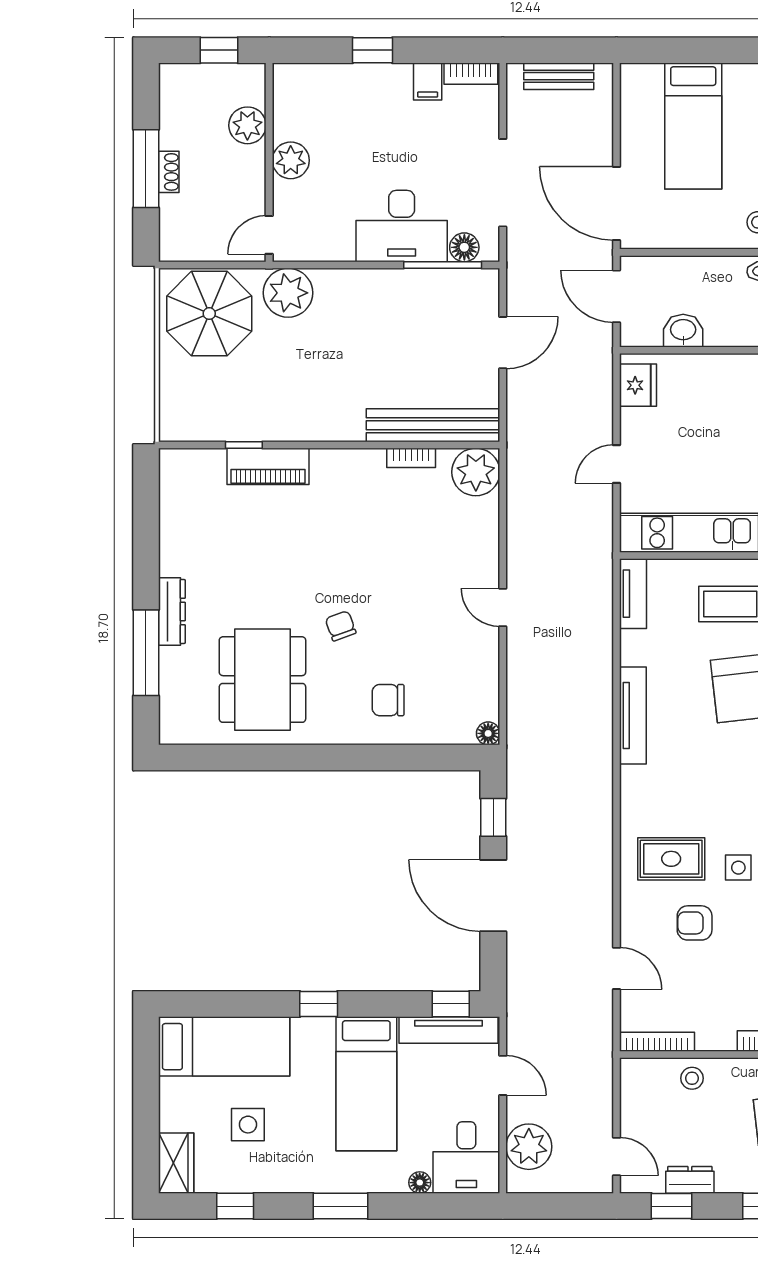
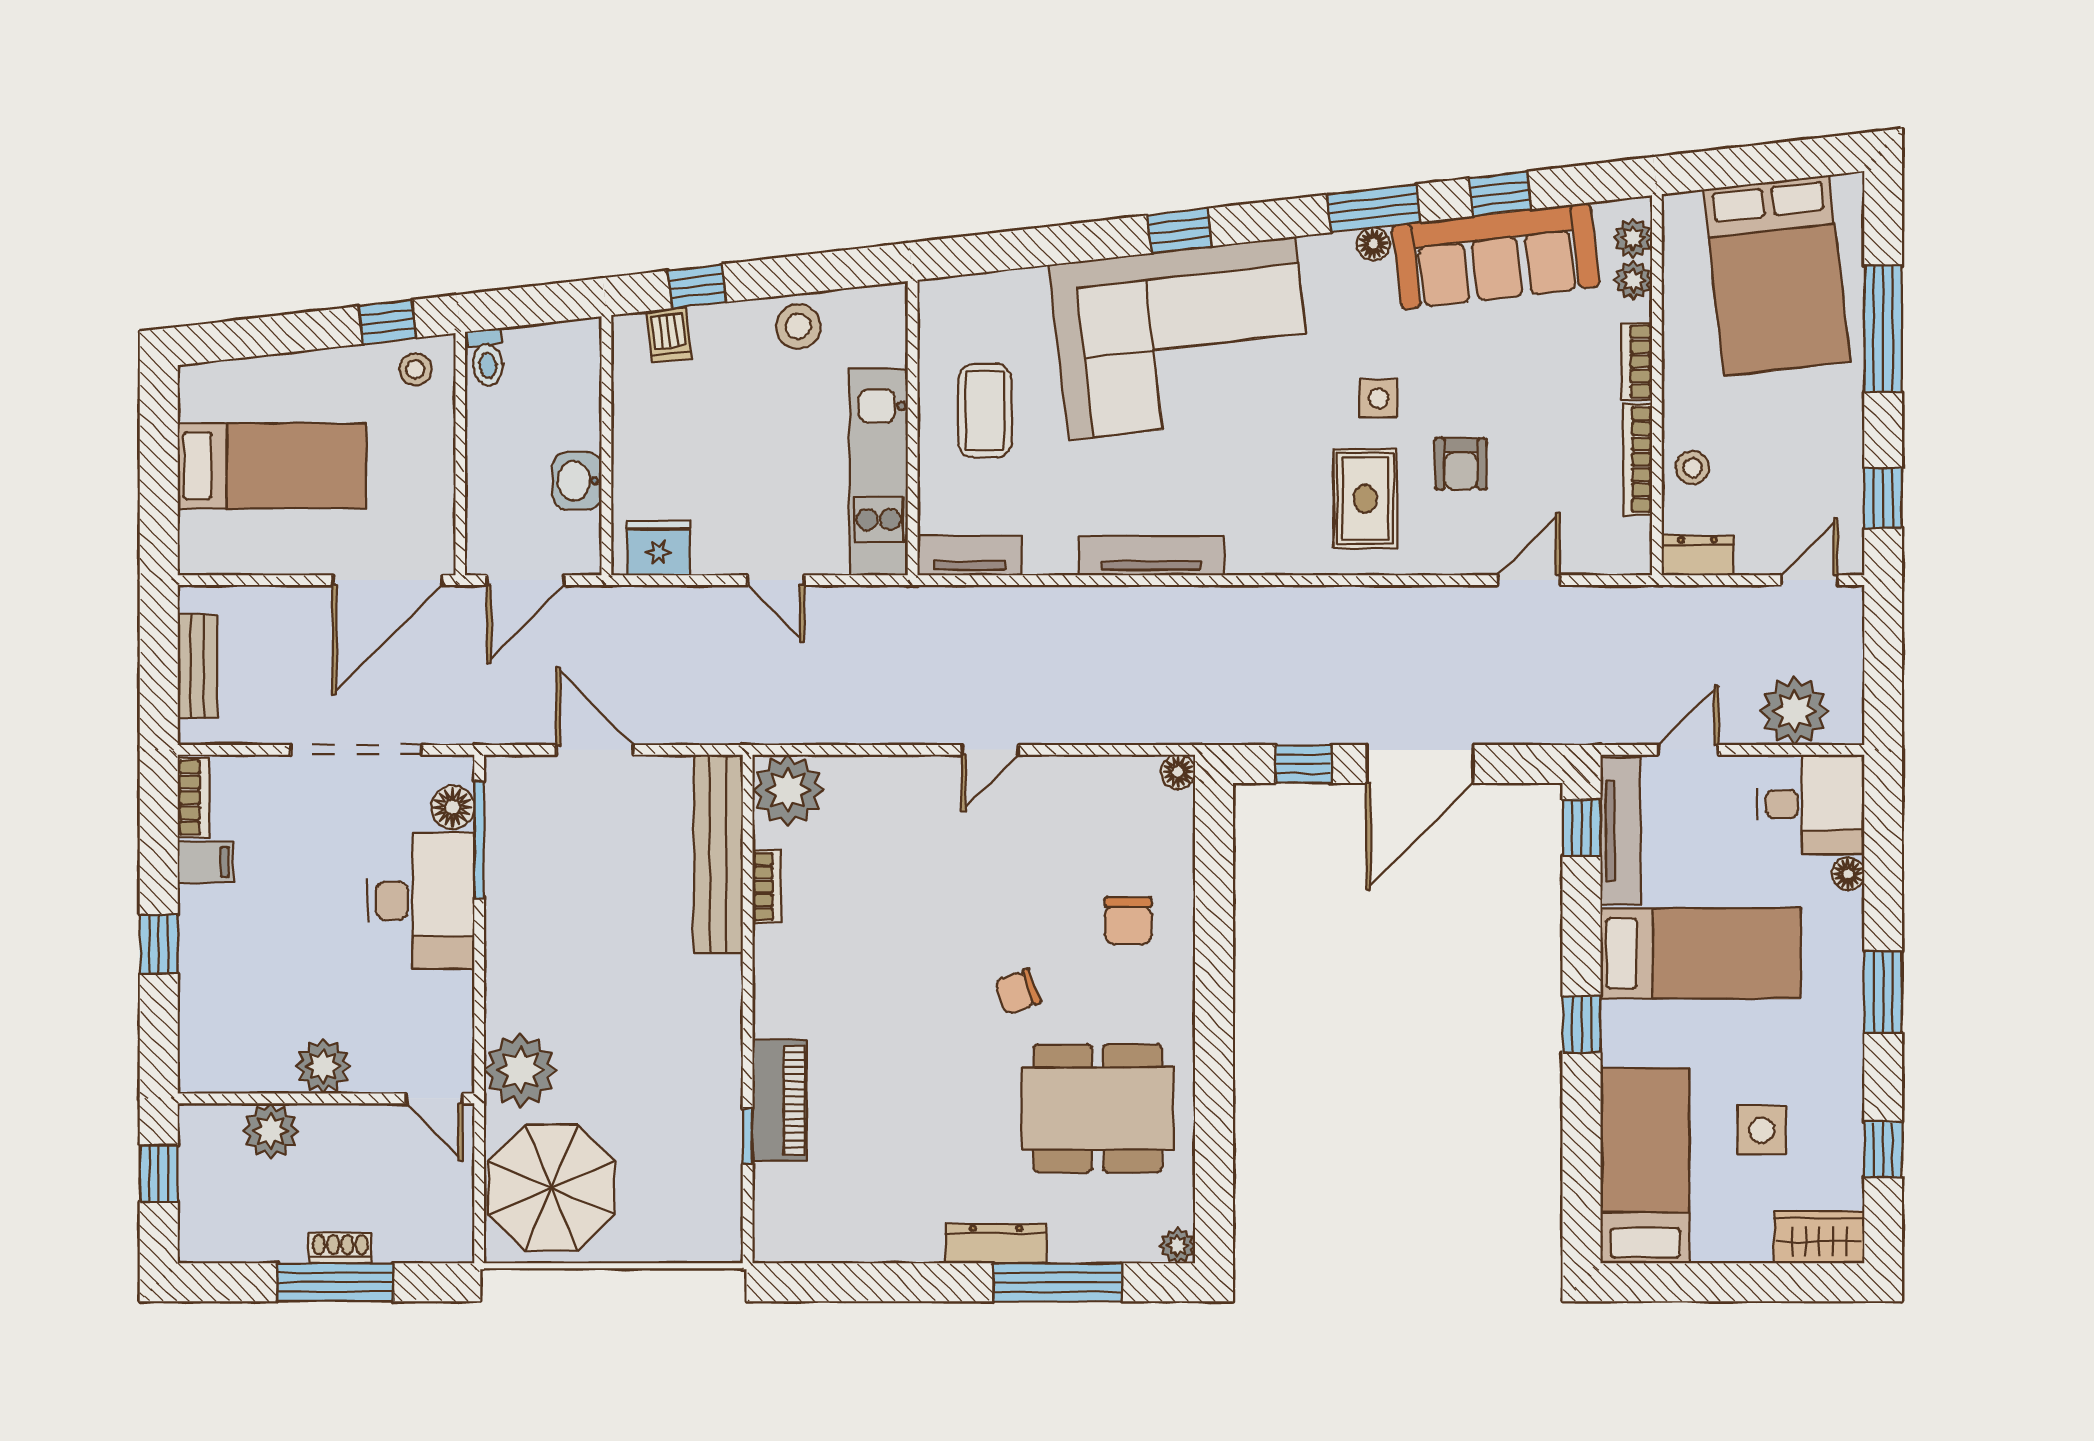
plant: (171, 733) -> (1178, 1246), added
bookcase: (657, 1042) -> (1638, 459), moved
dresser: (690, 1180) -> (1697, 555), moved, turned 90

